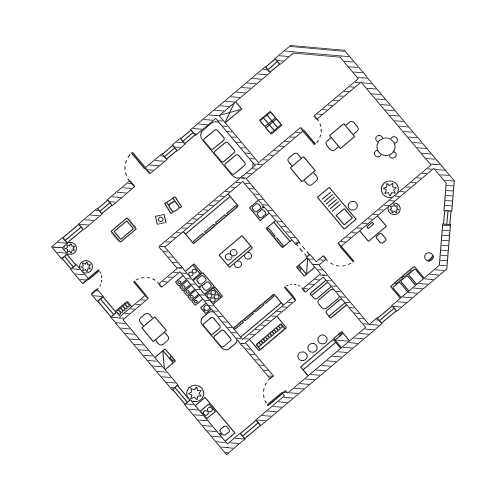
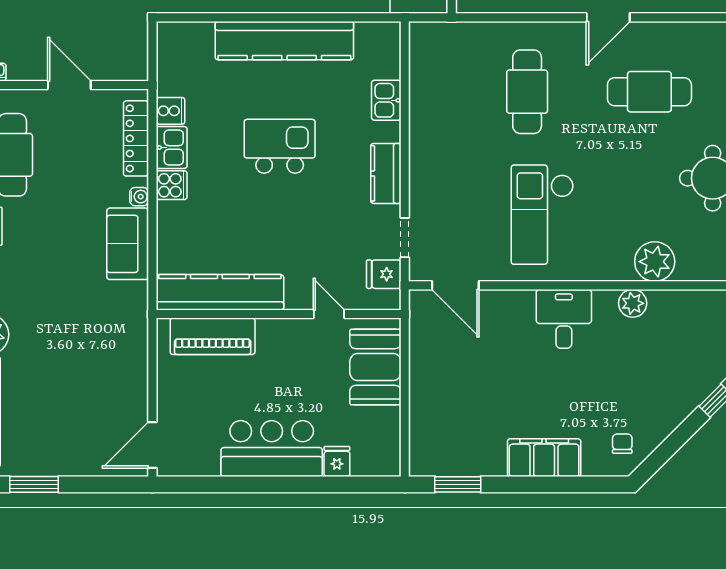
sofa: (219, 331) -> (128, 244), width x0.73

